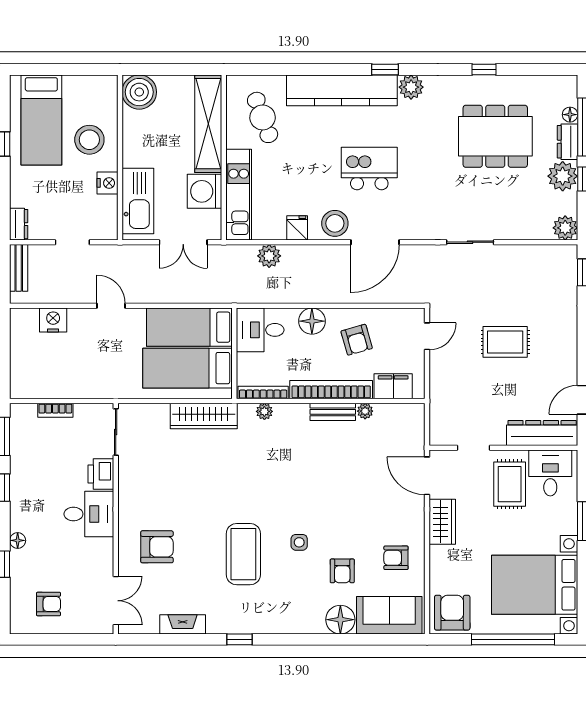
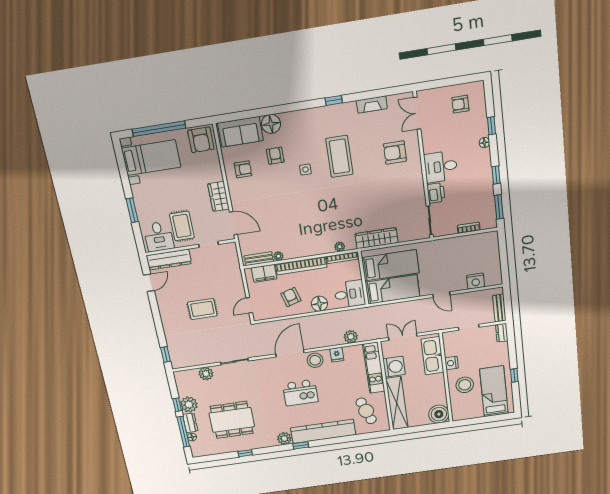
plant: (565, 228) -> (206, 374), moved
bench: (333, 412) -> (259, 259), moved
bed with nightstands: (535, 585) -> (151, 158), width x0.73

